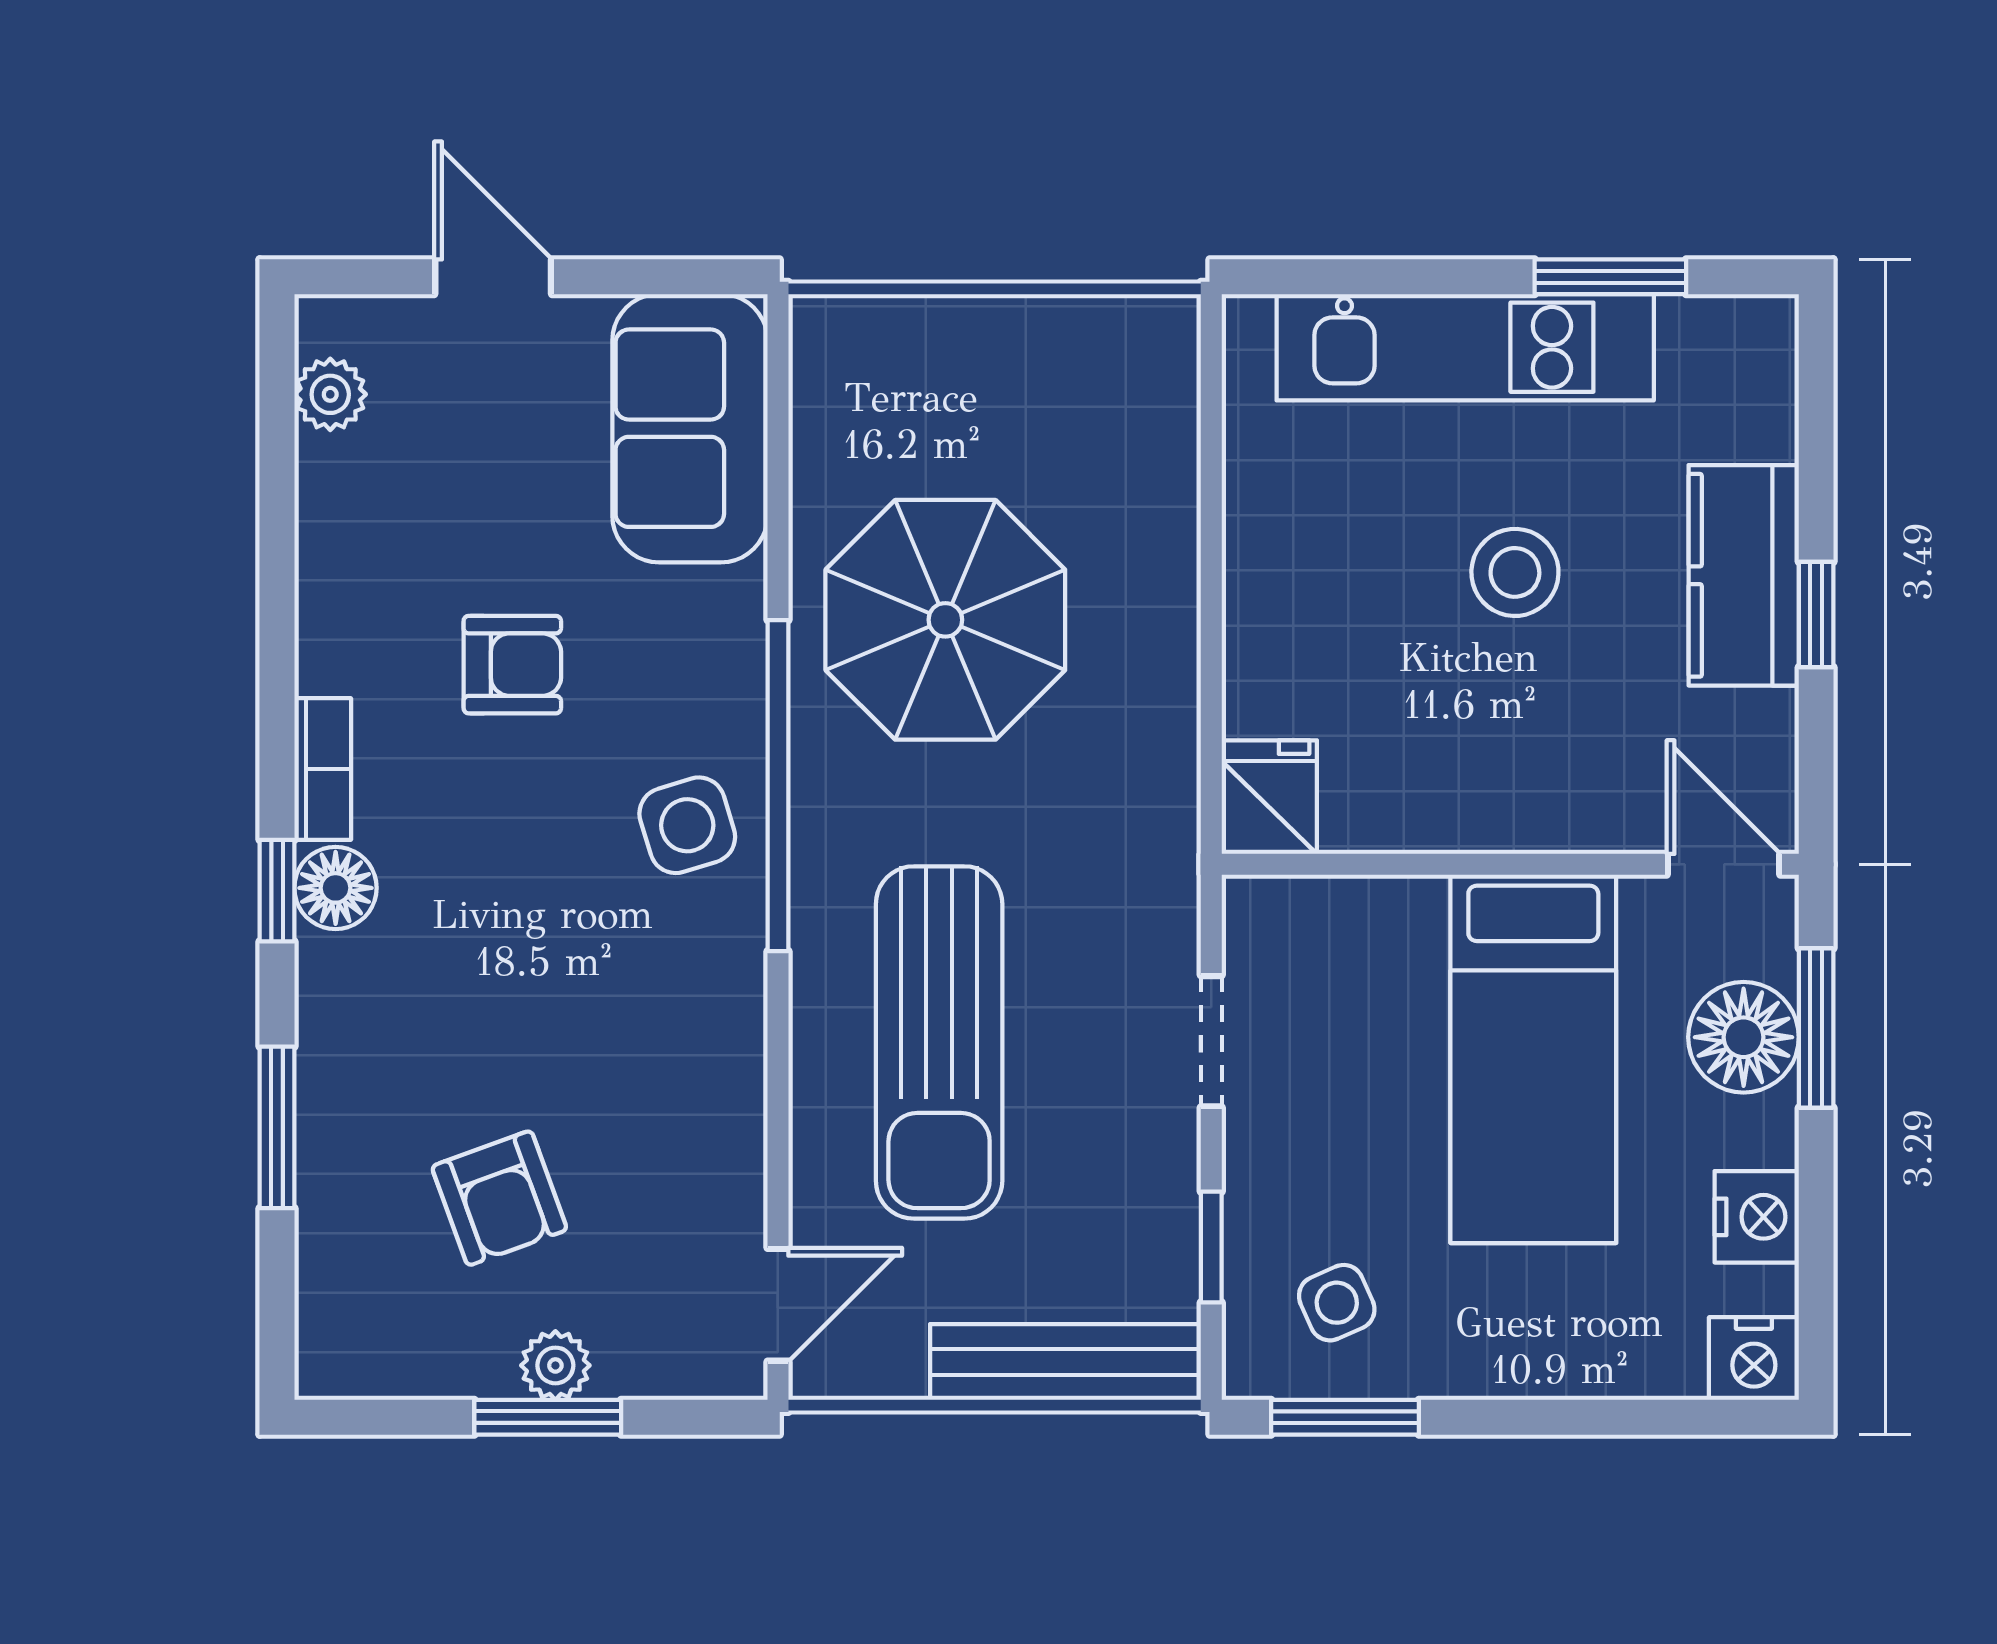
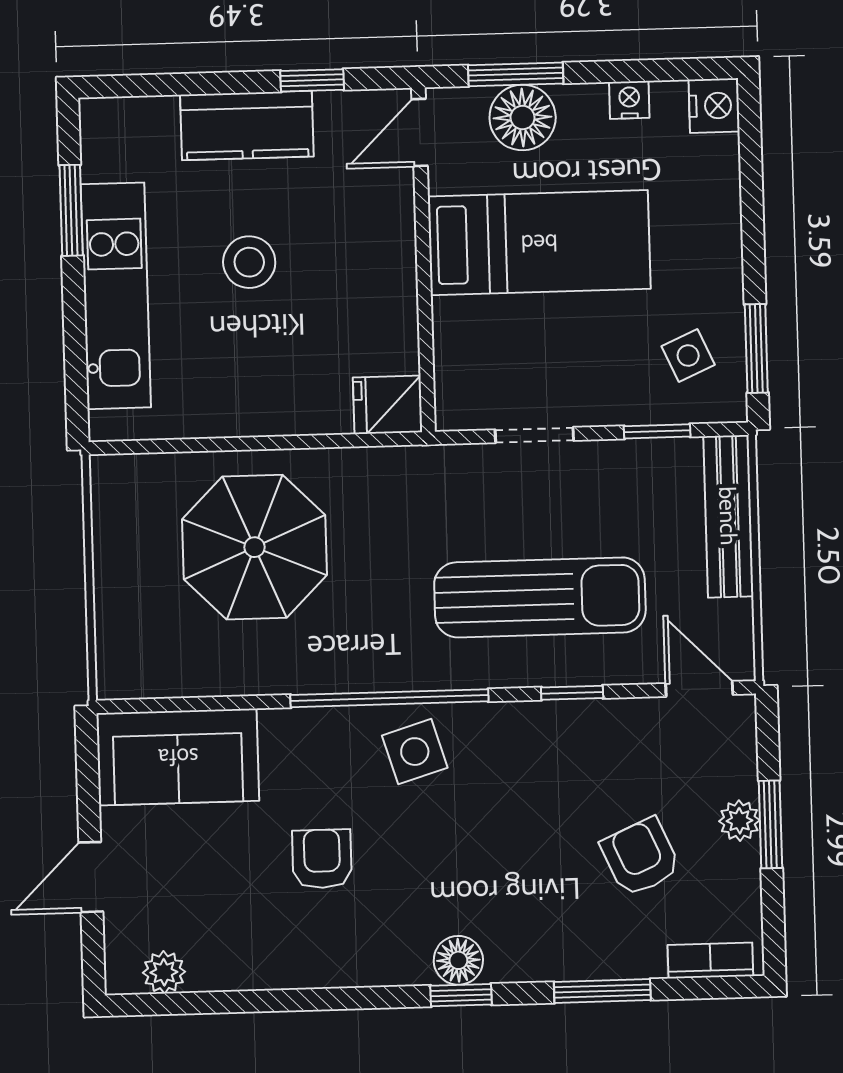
window: (1816, 614) -> (312, 80), moved
parasol: (945, 620) -> (255, 547), moved
bookcase: (323, 769) -> (710, 961), moved
window: (778, 1092) -> (572, 693), added
armchair: (499, 1198) -> (641, 857), turned -94
nightstand: (1757, 1217) -> (629, 100), width x0.72, depth x0.74

